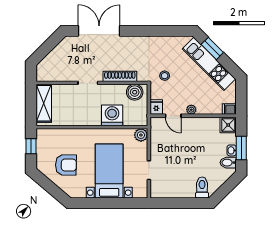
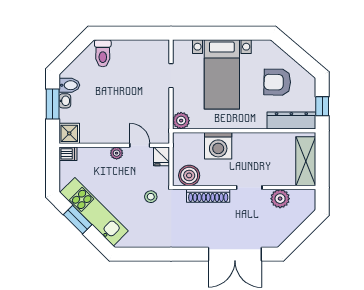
window: (212, 48) -> (78, 220), moved
plant: (64, 74) -> (280, 199), added
dresser: (55, 135) -> (291, 120), added

